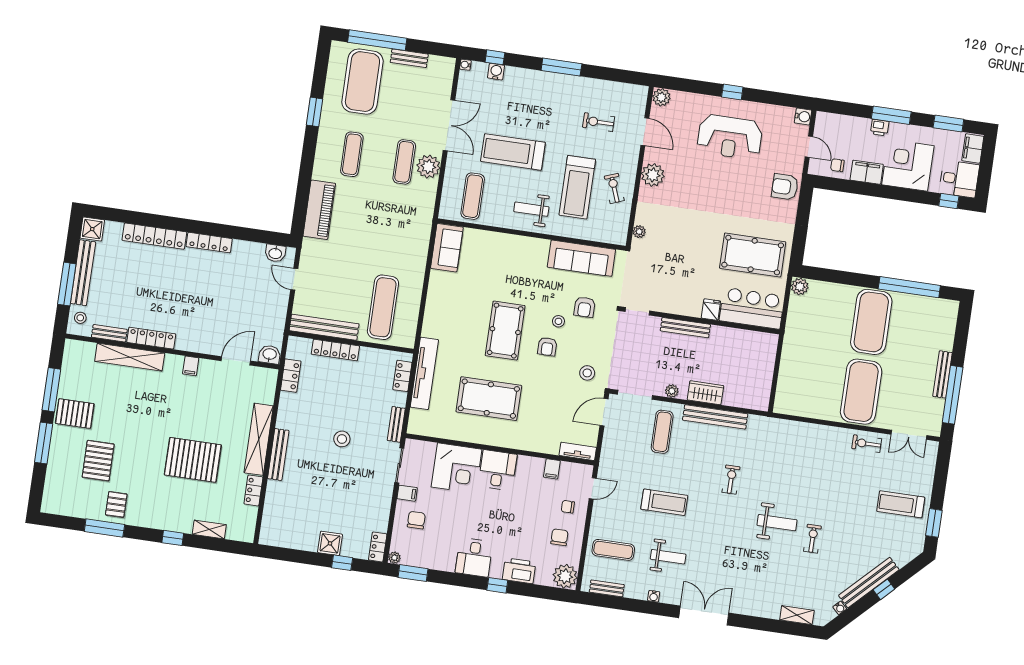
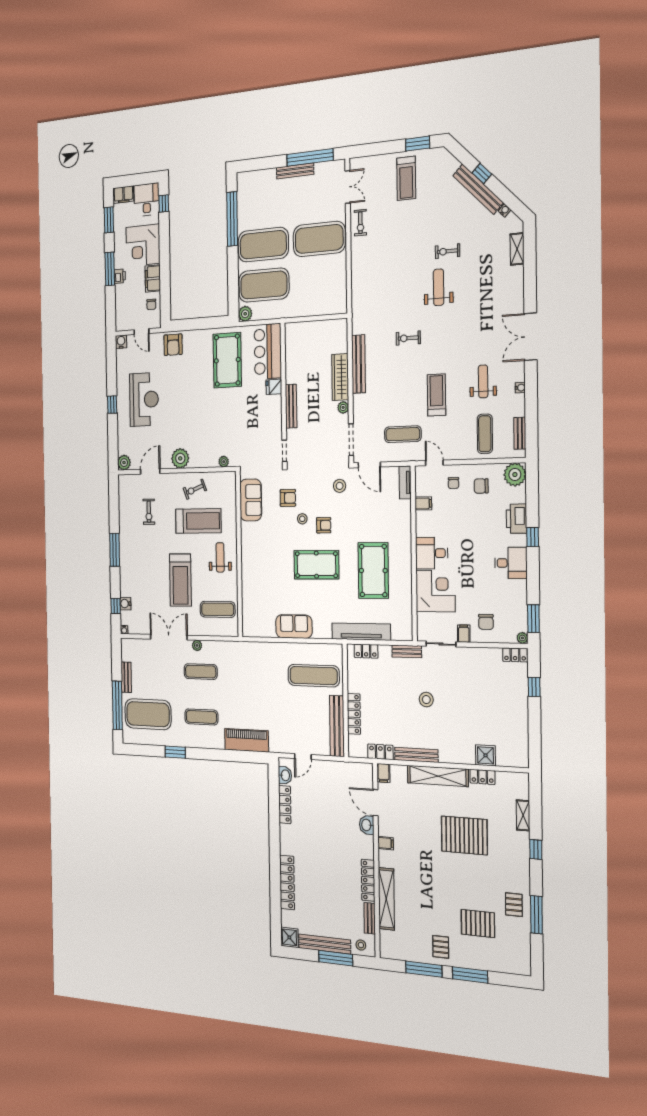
door: (809, 147) -> (141, 332), swing flipped
plant: (428, 167) -> (197, 645), width x0.53, depth x0.53
weight bench: (531, 209) -> (220, 557), turned 180
locker: (209, 243) -> (285, 805), moved
sofa: (447, 248) -> (294, 627), moved
sofa: (581, 258) -> (251, 500), width x0.73
exercise mat: (826, 315) -> (264, 285), added
washbasin: (270, 355) -> (367, 825), moved
filing cabinet: (267, 376) -> (383, 773), added
wardrobe: (705, 393) -> (340, 377), width x1.50
pallet: (75, 414) -> (441, 947), width x0.67, depth x0.71
exercise mat: (662, 432) -> (403, 434), moved
bench: (278, 455) -> (416, 755), moved
pallet: (193, 460) -> (464, 835), turned 90
pallet: (116, 504) -> (514, 905), turned 90
chair: (416, 520) -> (486, 622), turned -90
shower: (330, 543) -> (486, 755), moved

